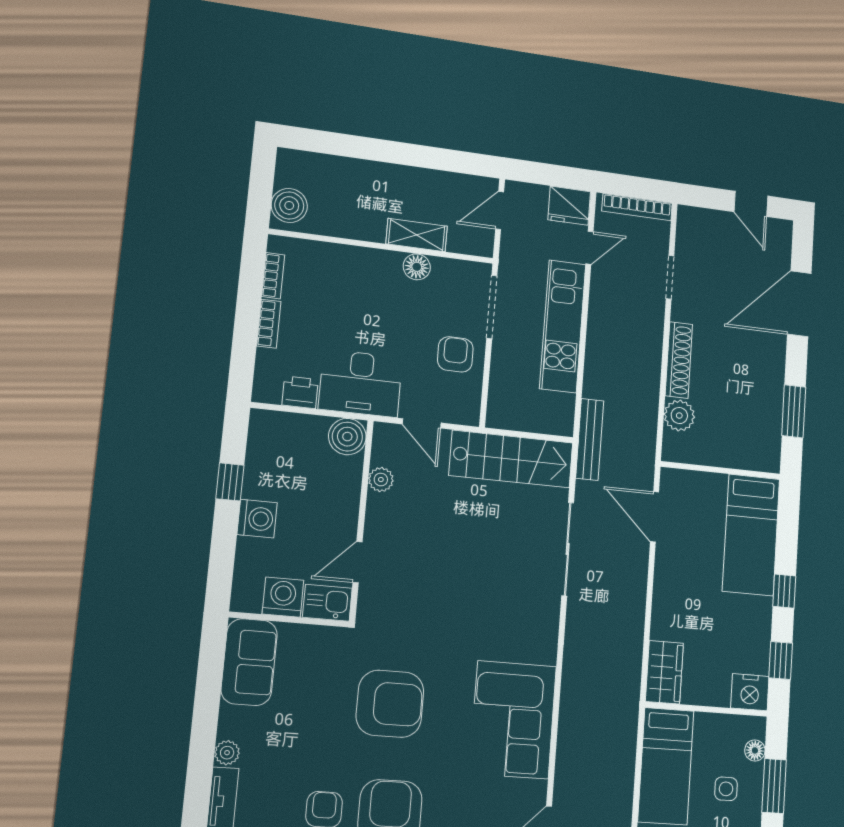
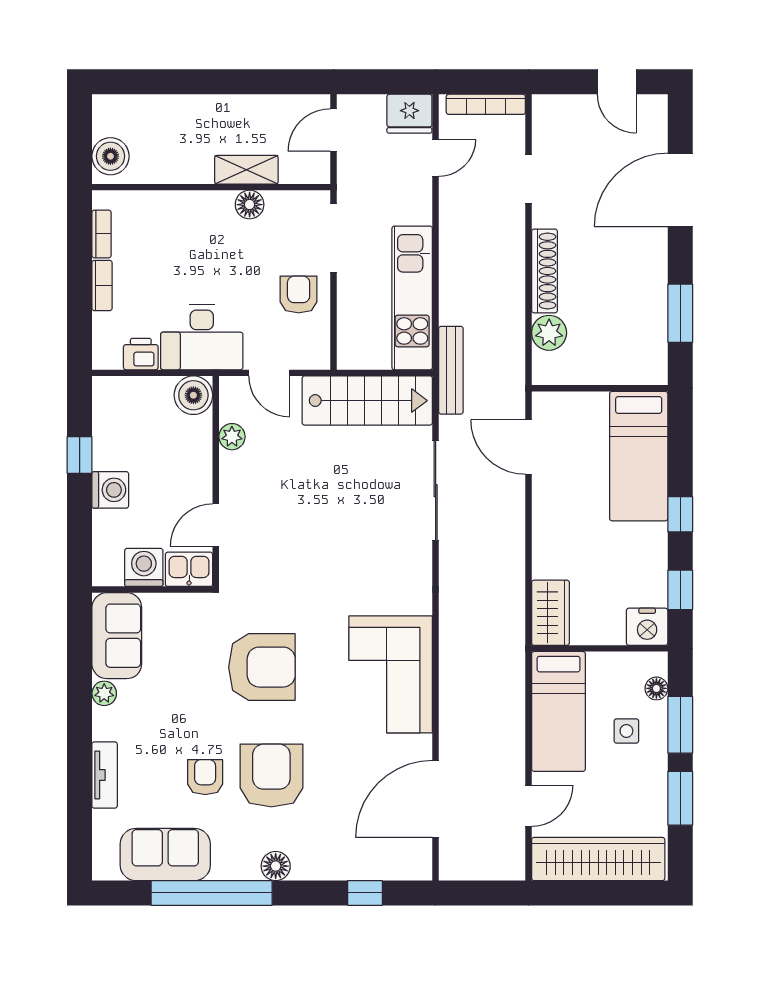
kitchen unit: (563, 326) -> (412, 298), moved
plant: (227, 753) -> (104, 693), moved

